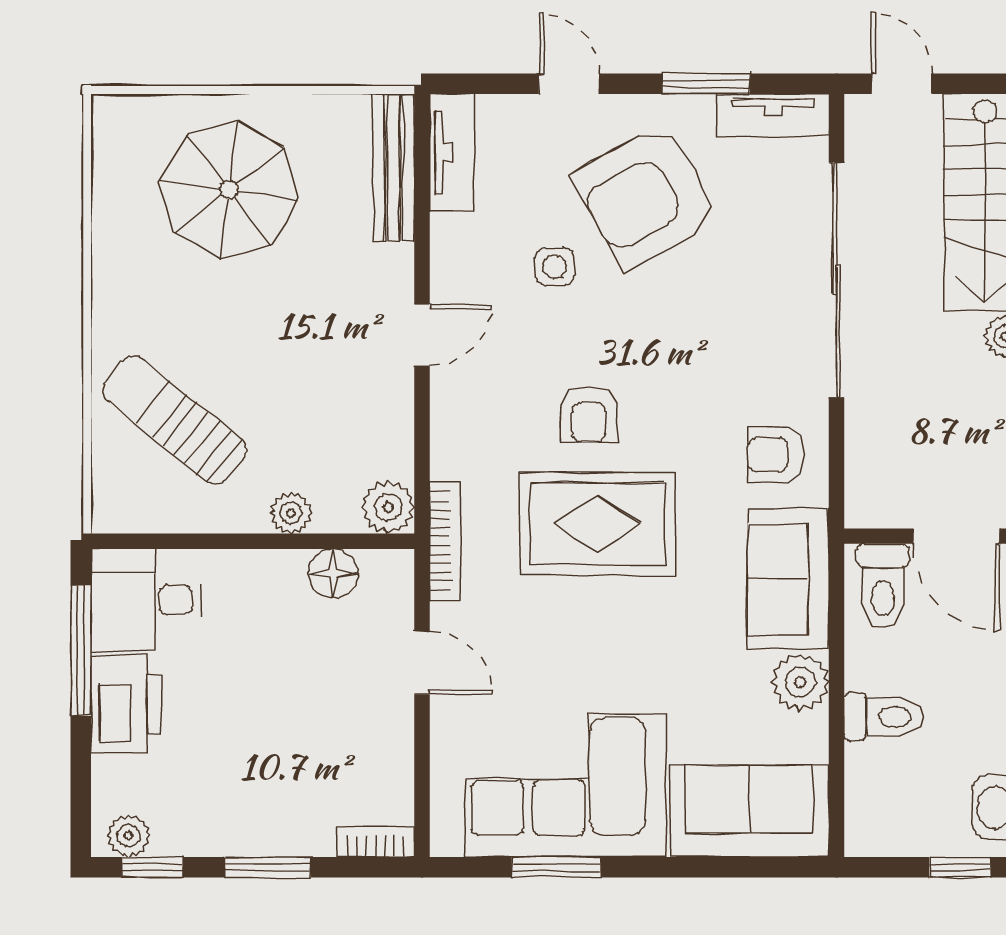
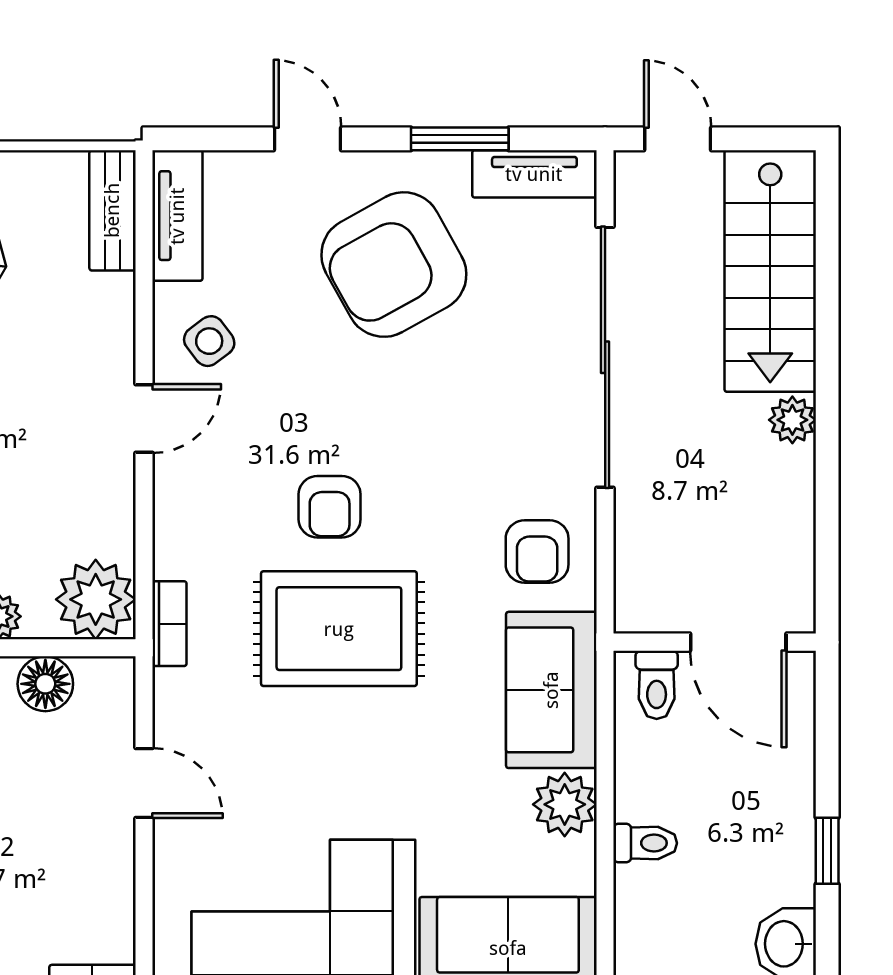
bench: (394, 168) -> (112, 210), width x0.73
side table: (554, 267) -> (209, 341), moved, turned -37
armchair: (775, 455) -> (537, 552), turned -90
plant: (388, 507) -> (96, 599), width x1.36, depth x1.36
bookcase: (445, 541) -> (169, 624), width x0.64
toilet: (883, 586) -> (657, 685), width x0.73, depth x0.72
toilet: (884, 717) -> (645, 843), width x0.73, depth x0.72

